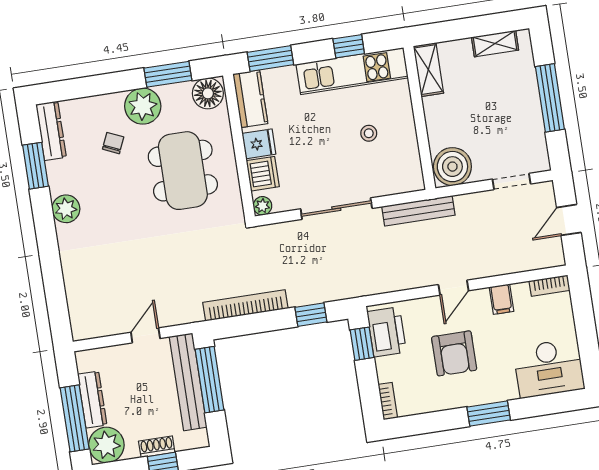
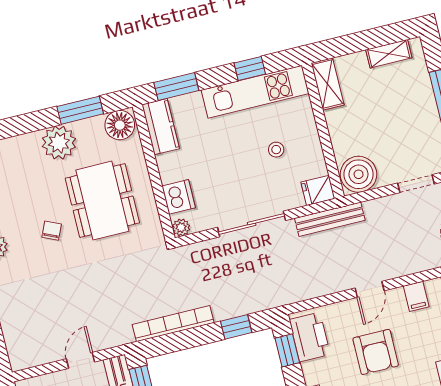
chair: (113, 143) -> (52, 231), moved
fridge: (259, 144) -> (318, 190), moved, turned 180

